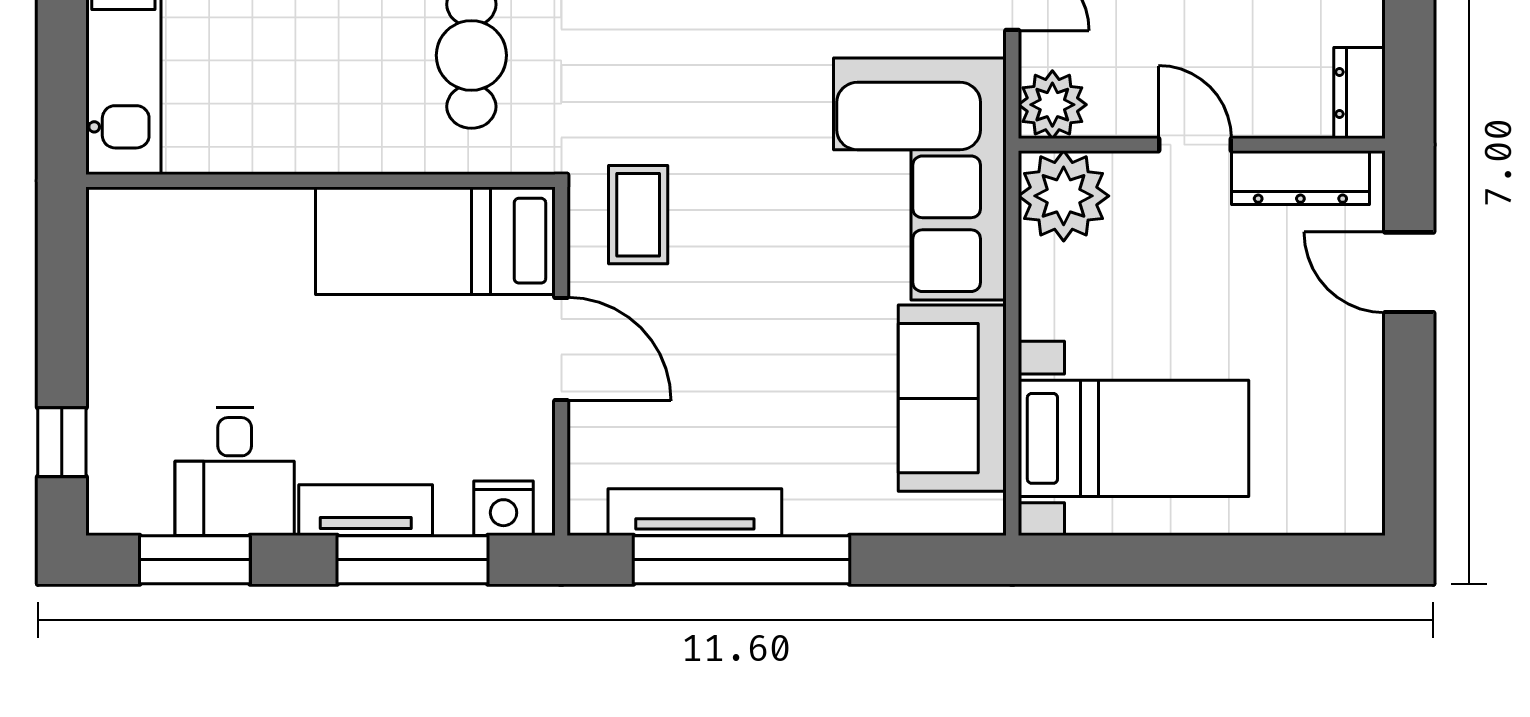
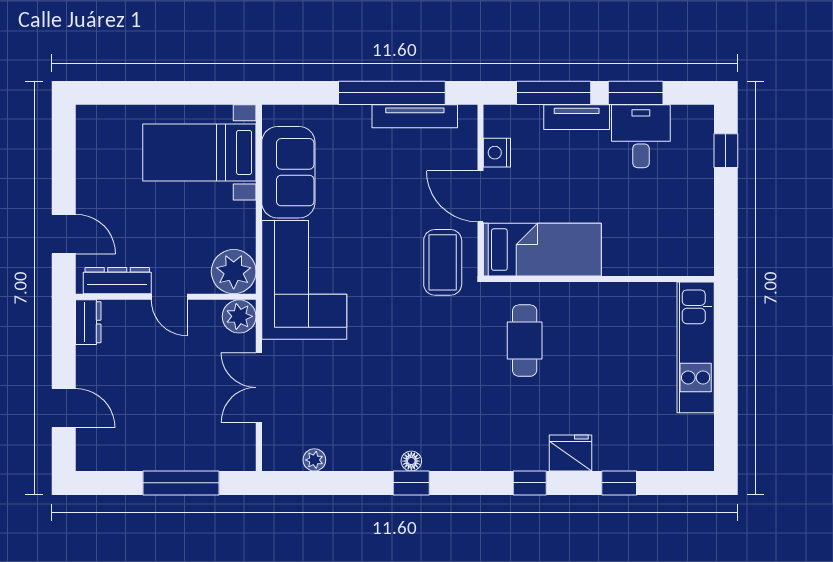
coffee table: (638, 215) -> (443, 262), width x1.36, depth x1.30
nightstand: (504, 508) -> (497, 153), moved, turned -90
window: (195, 560) -> (636, 93), moved

